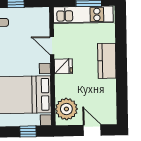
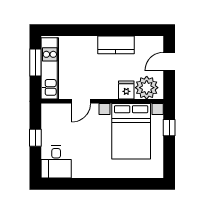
kitchen counter: (107, 61) -> (116, 45), moved
fridge: (63, 66) -> (126, 90), moved

